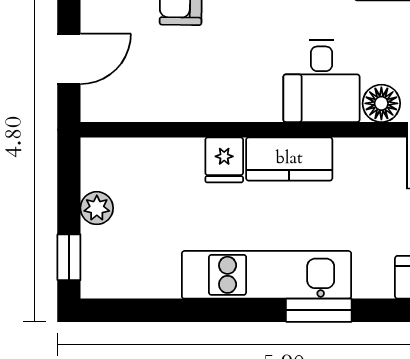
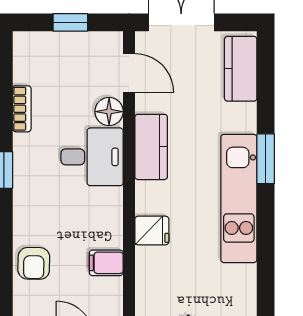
filing cabinet: (181, 100) -> (106, 263), added
kitchen counter: (289, 159) -> (151, 147), moved

